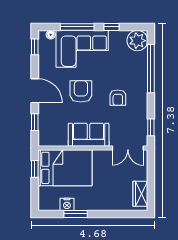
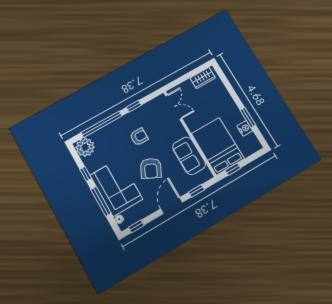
armchair: (81, 91) -> (151, 168), turned -64
window: (151, 127) -> (134, 106), moved
sofa: (89, 135) -> (189, 156), moved

